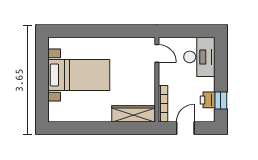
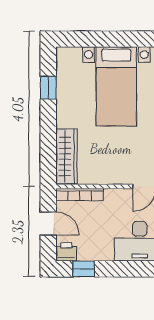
printer: (208, 100) -> (66, 252), moved
window: (80, 128) -> (48, 88), added

